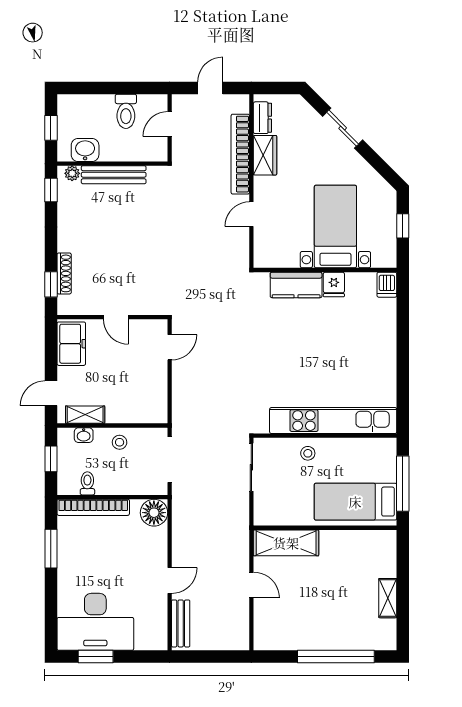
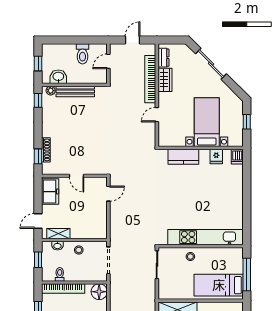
sliding door: (343, 128) -> (211, 64), width x1.37
fridge: (334, 284) -> (216, 156), moved

